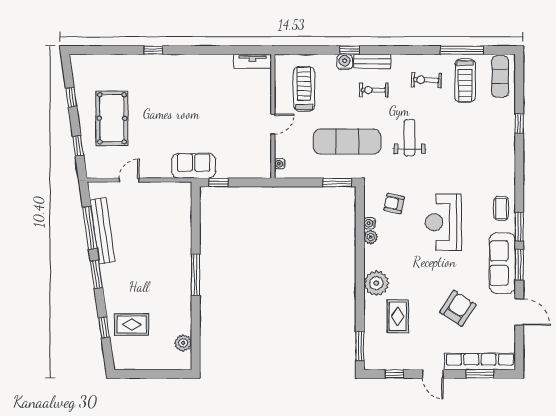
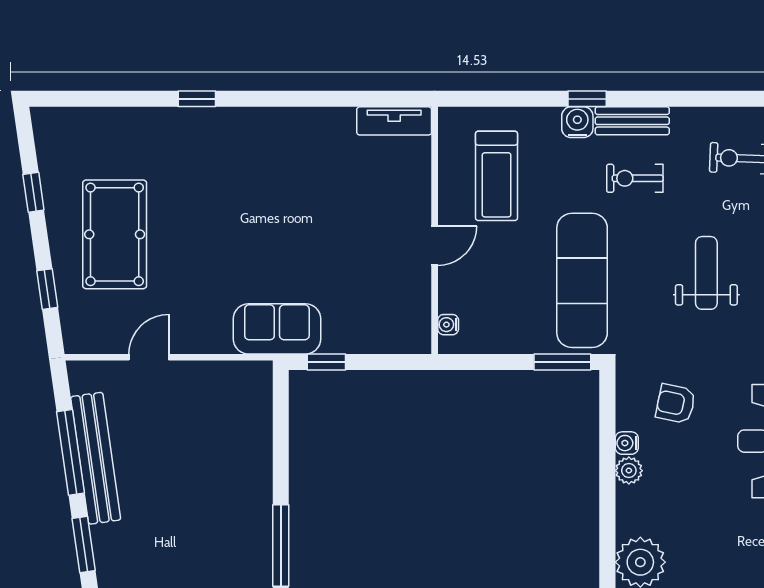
treadmill: (304, 89) -> (497, 176), turned 180
exercise mat: (347, 141) -> (582, 280), turned 90

